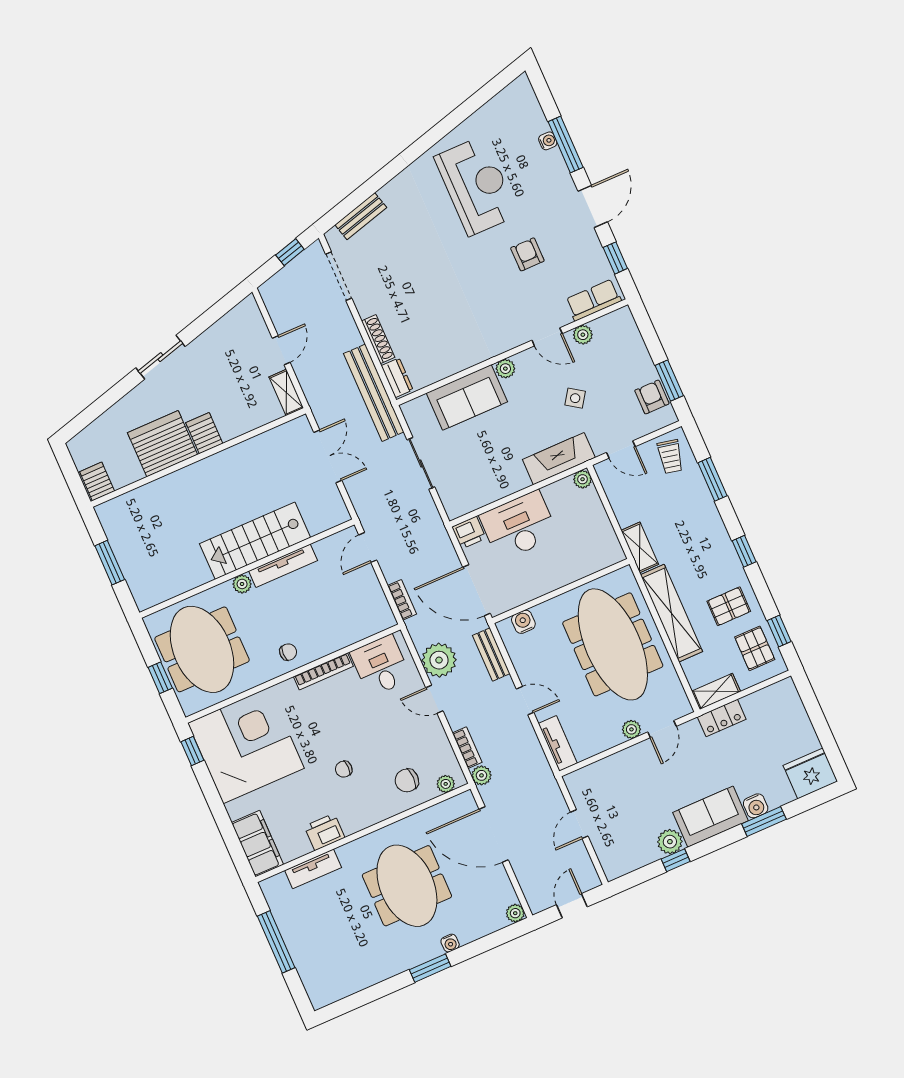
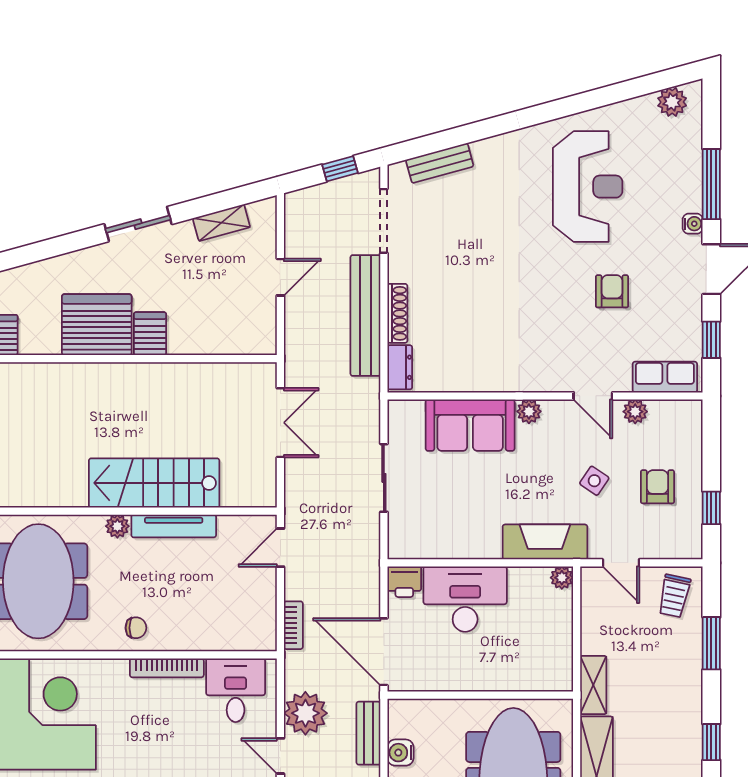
plant: (511, 97) -> (672, 102), added
water cooler: (548, 141) -> (693, 224), moved
window: (669, 381) -> (711, 508), width x0.67
shelving: (286, 393) -> (221, 223), moved, turned 75
bench: (374, 393) -> (365, 316), moved
armchair: (652, 397) -> (657, 487), moved
water cooler: (523, 622) -> (400, 753), moved, turned -90

